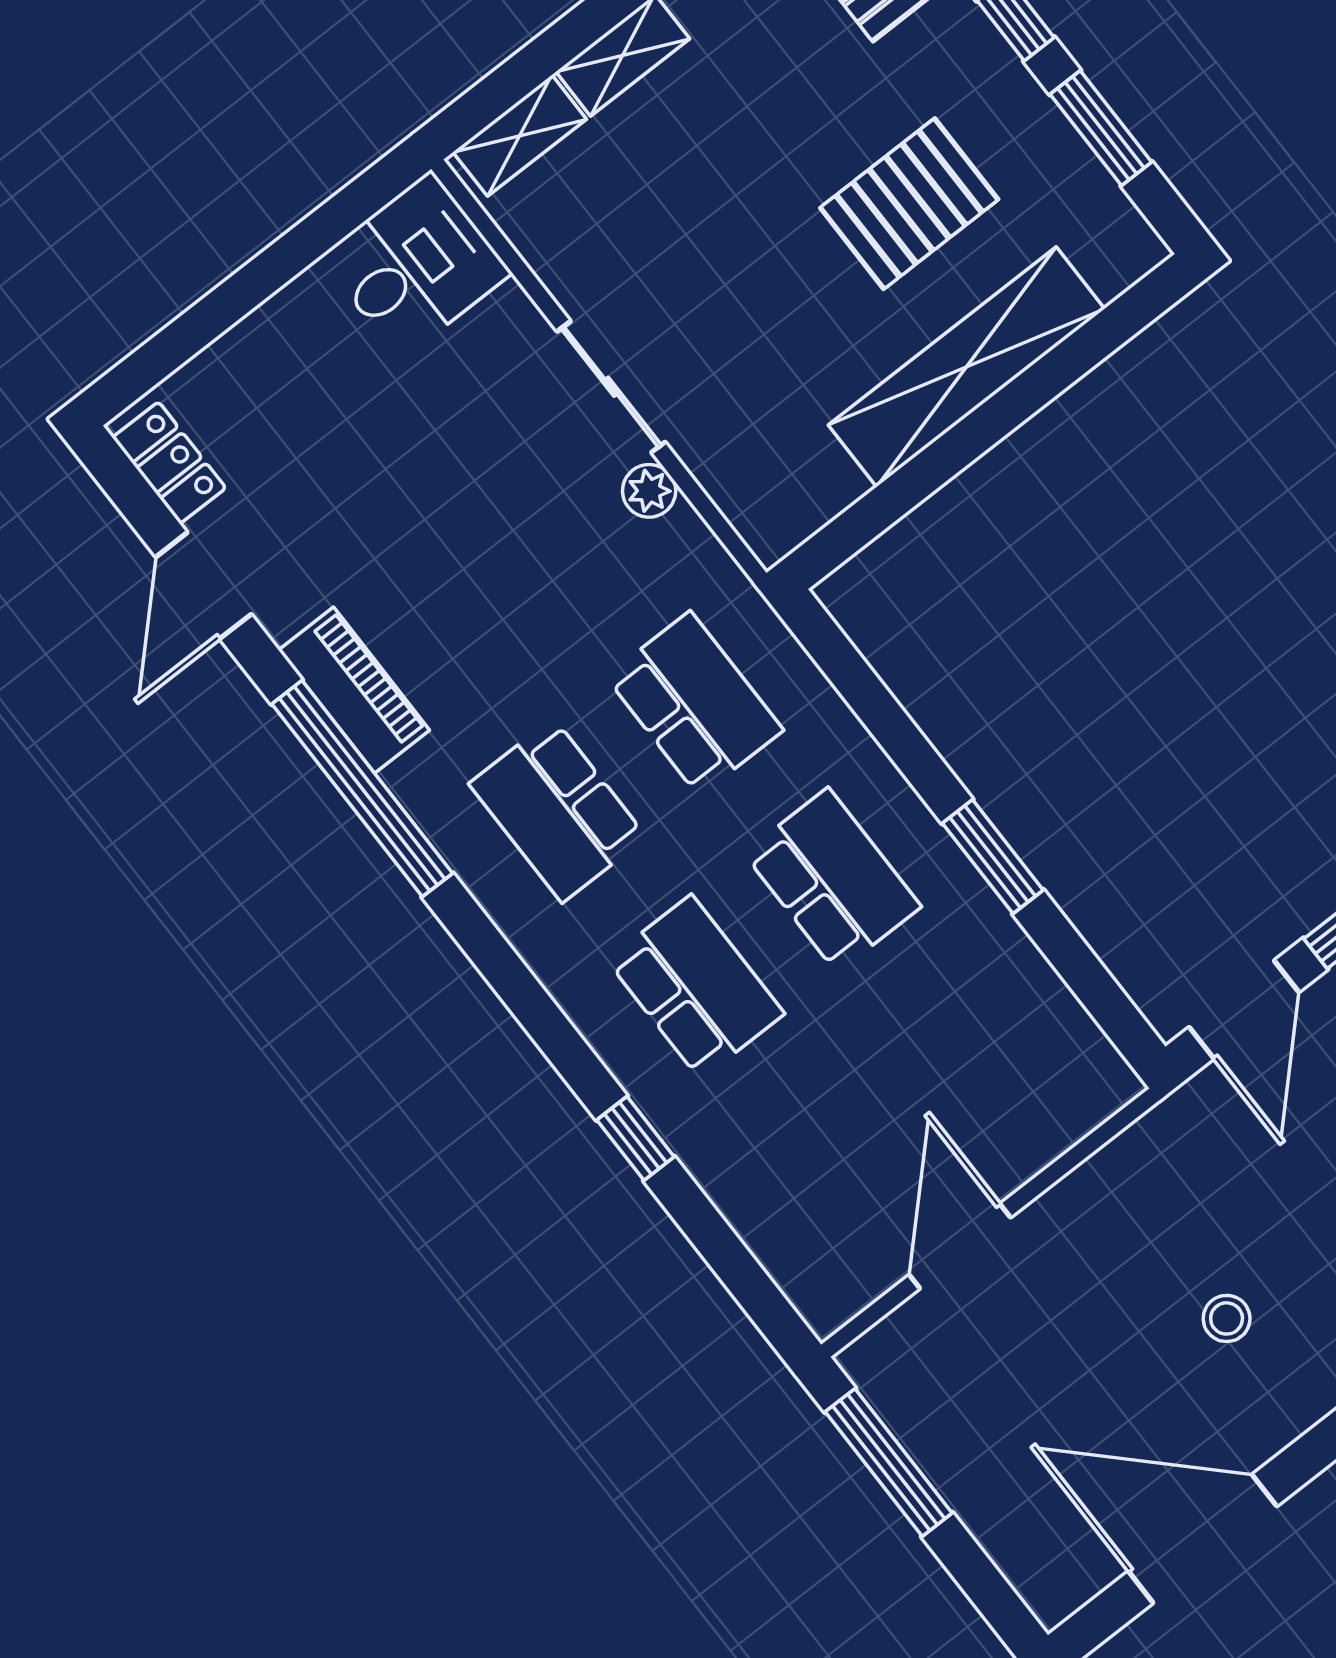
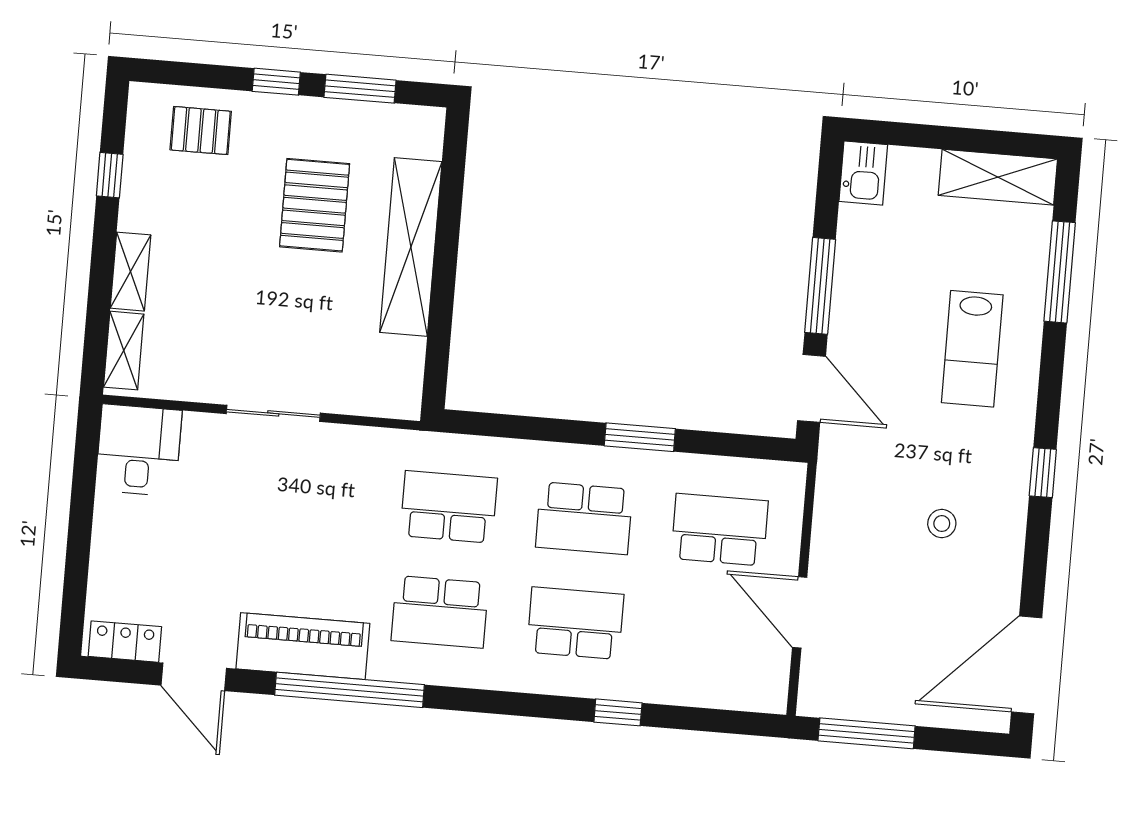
plant: (649, 491) -> (335, 439), removed
piano: (354, 690) -> (303, 646), width x1.37, depth x1.33
school desk: (832, 880) -> (584, 518), turned 180
school desk: (970, 1057) -> (720, 530), added
door: (1203, 1539) -> (1027, 665), moved

